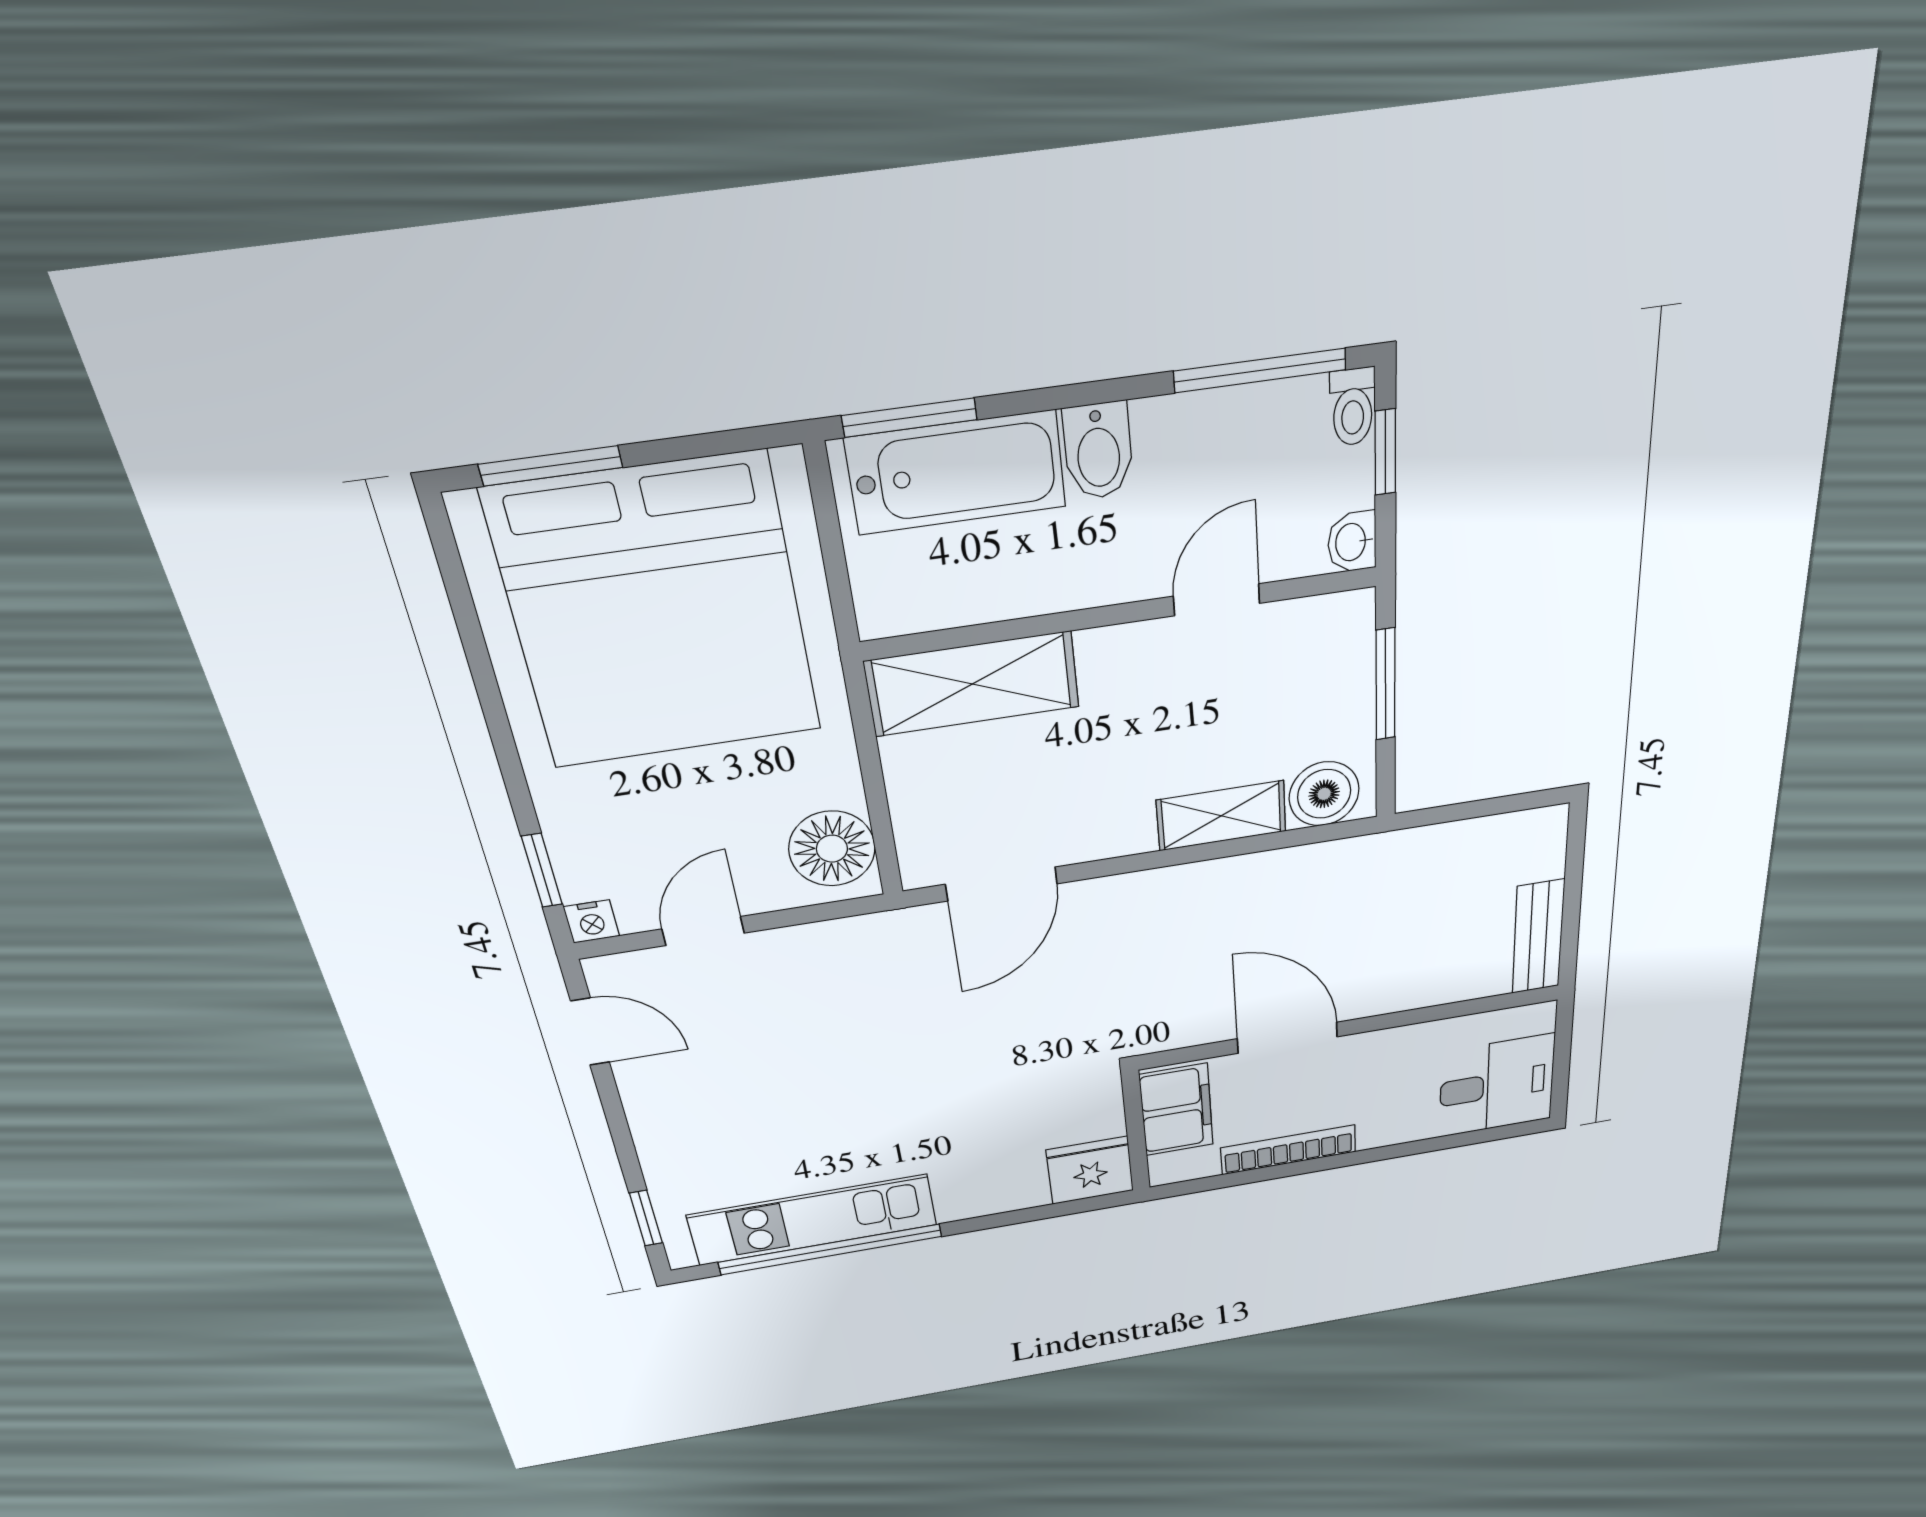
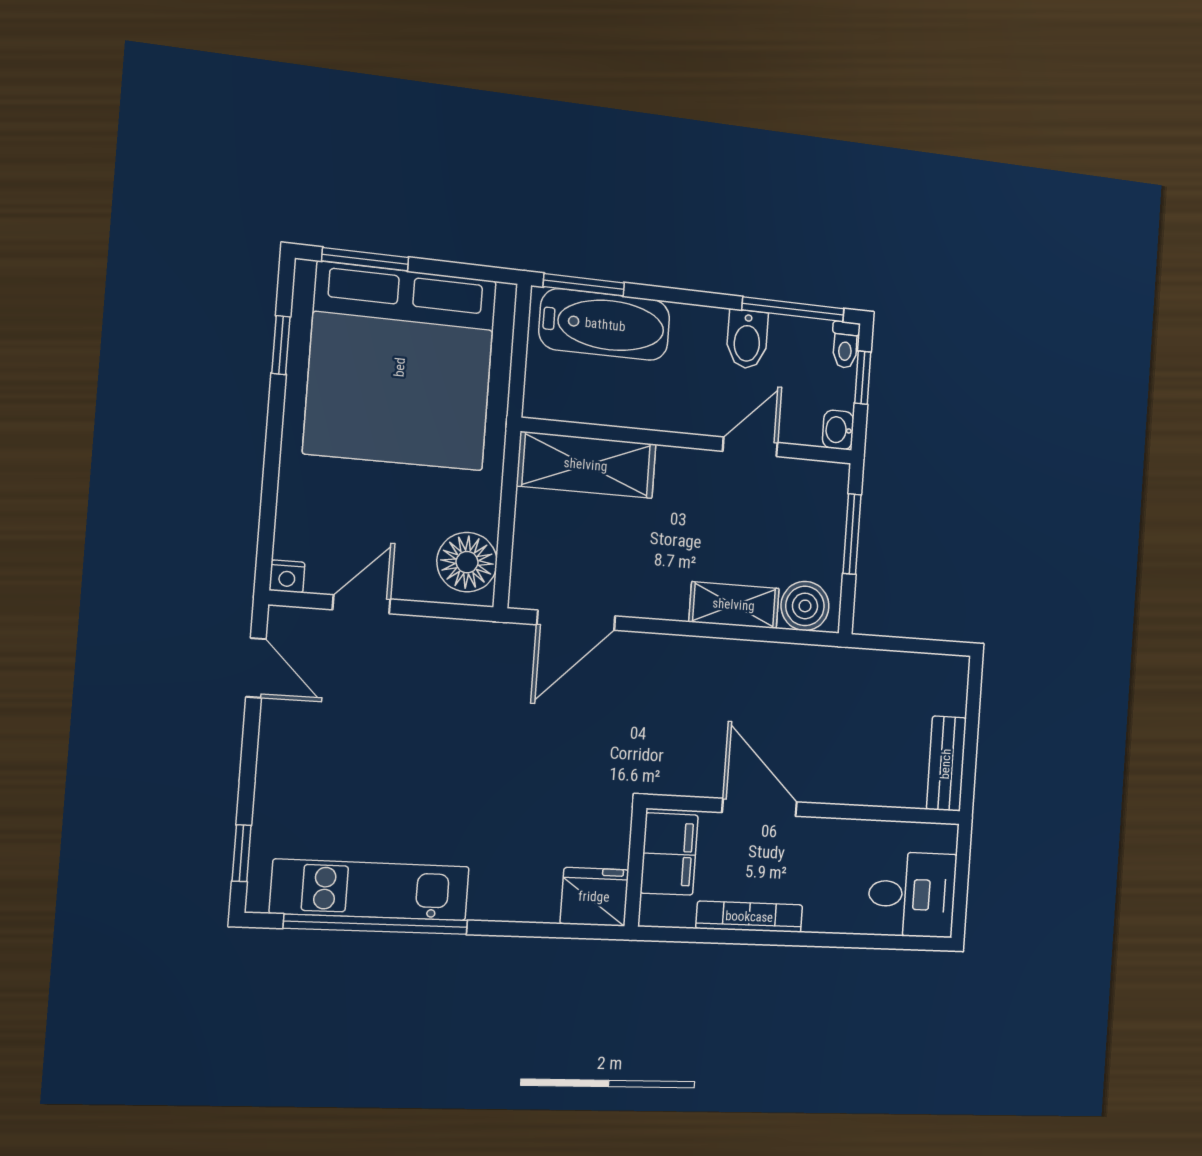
bidet: (1098, 451) -> (747, 339), moved
window: (542, 870) -> (281, 345), moved

